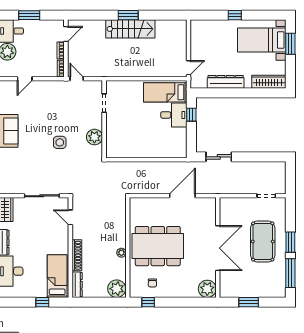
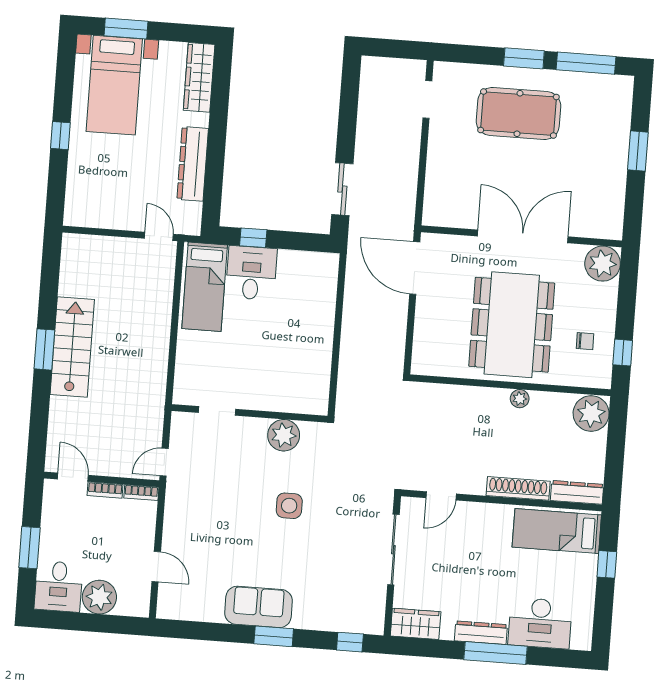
double door: (218, 248) -> (523, 236), moved
wall: (218, 248) -> (521, 236), moved
plant: (207, 289) -> (603, 264), moved

